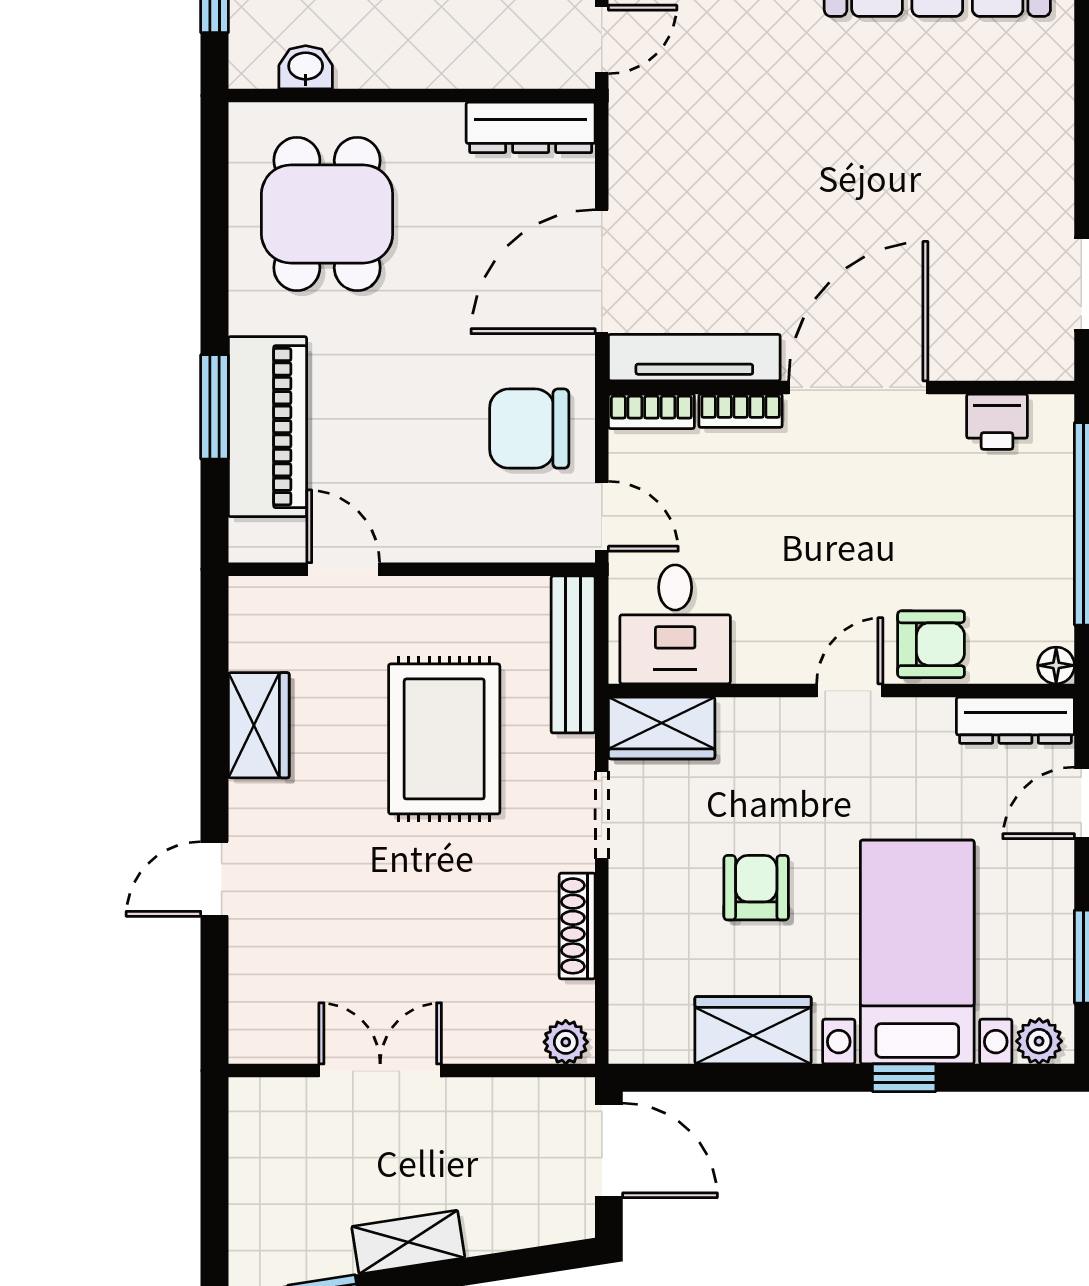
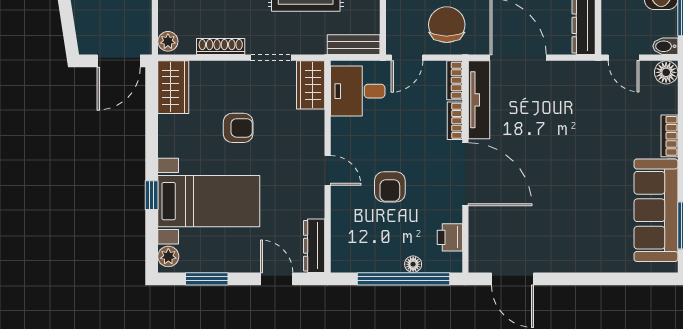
armchair: (931, 644) -> (390, 187), moved
bench: (573, 654) -> (354, 45), width x0.73
floor lamp: (1056, 665) -> (413, 264), moved
wardrobe: (753, 1030) -> (173, 87), moved

